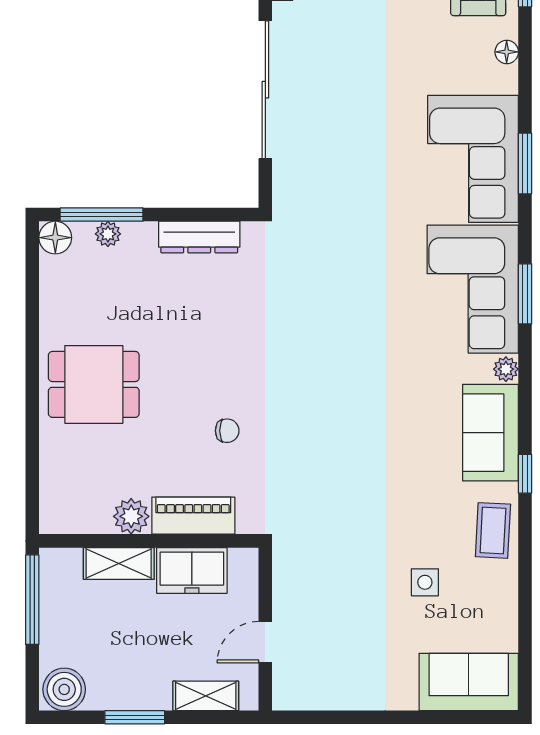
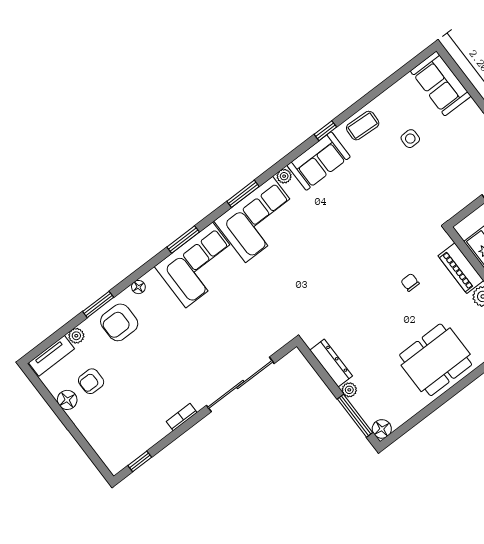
plant: (108, 234) -> (349, 390), moved
dining table: (94, 384) -> (436, 360), width x1.38

